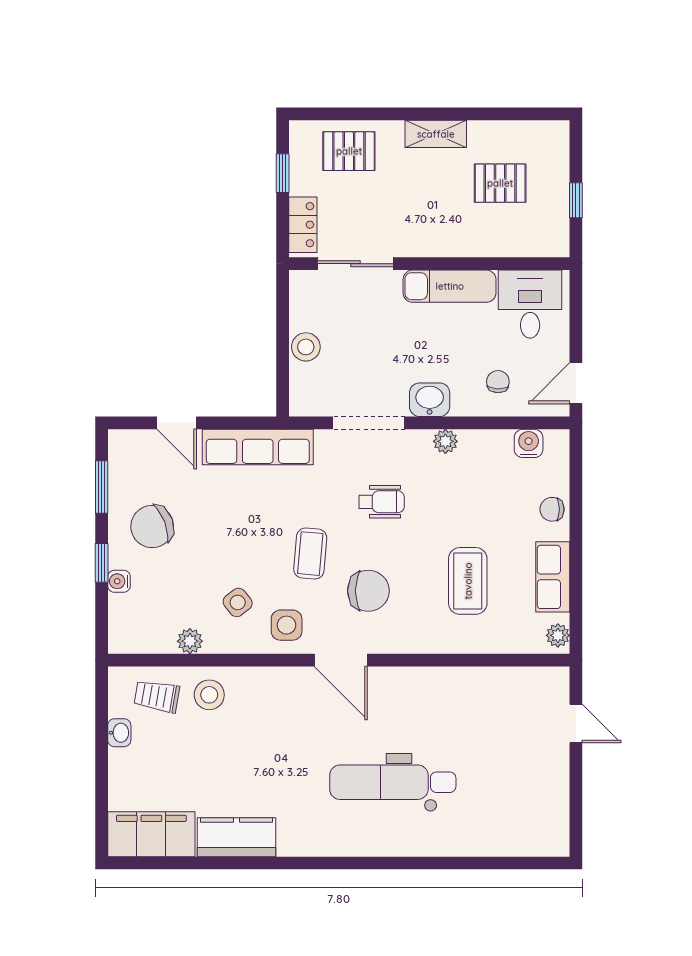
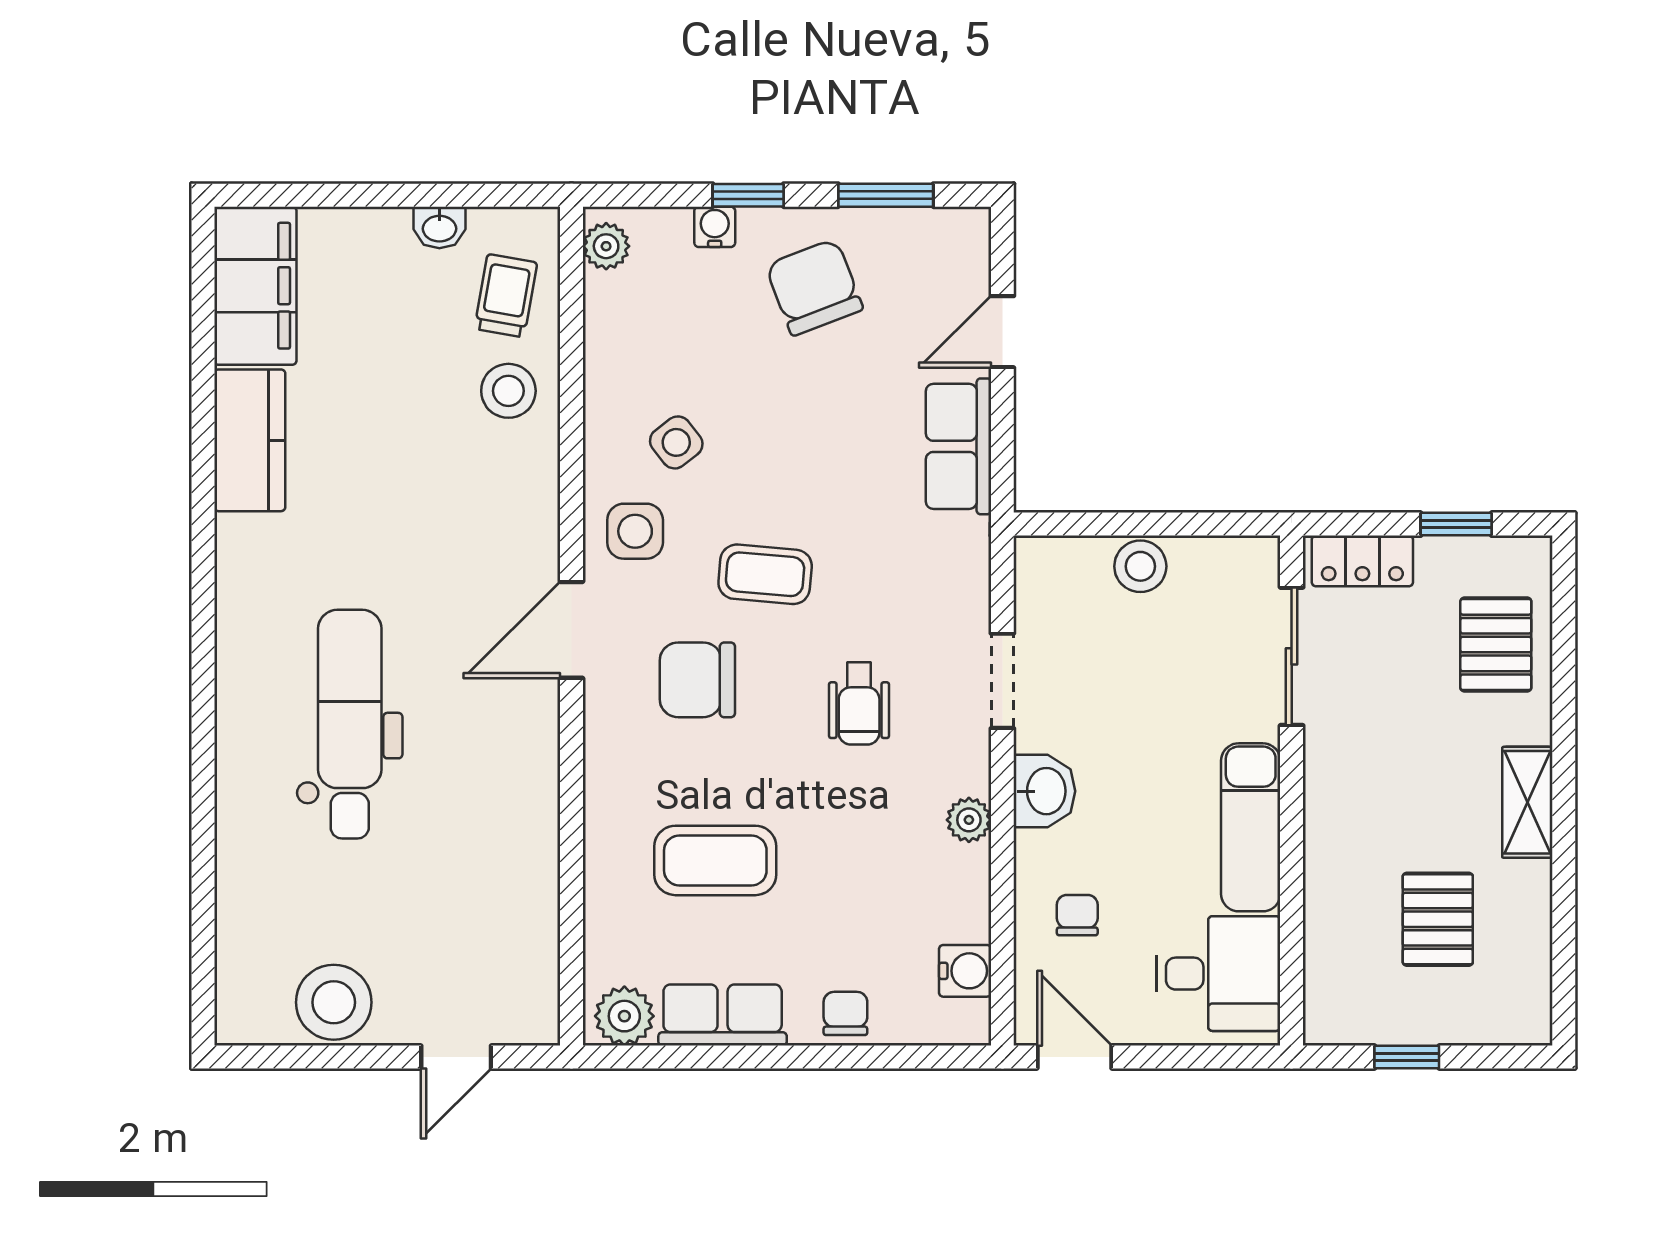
chair: (498, 382) -> (1077, 915), turned -92
doorway: (369, 423) -> (1002, 681), width x0.73
row of seats: (258, 447) -> (958, 446), width x0.68
chair: (368, 591) -> (697, 680), turned 90
plant: (558, 635) -> (624, 1016), width x1.38, depth x1.38
plant: (190, 641) -> (606, 246), moved
stool: (546, 791) -> (334, 1002), added

